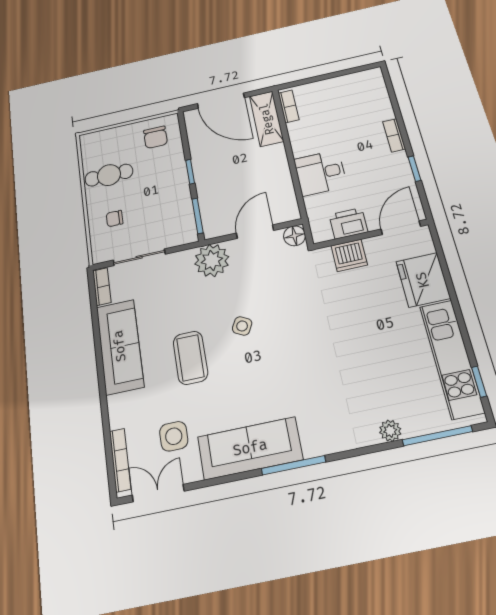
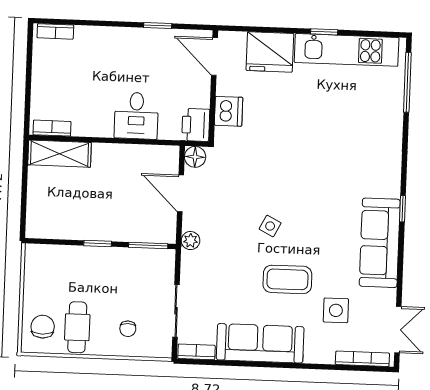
door: (221, 101) -> (24, 196), removed
bookcase: (394, 135) -> (55, 31), moved
chair: (155, 137) -> (43, 327), moved, turned -90
printer: (348, 223) -> (196, 125), moved
plant: (212, 260) -> (191, 241), width x0.53, depth x0.53
window: (479, 382) -> (324, 32), moved
plant: (390, 431) -> (394, 120), removed
side table: (174, 436) -> (336, 310), moved
window: (294, 465) -> (402, 209), width x0.46
double door: (158, 493) -> (398, 330), swing flipped

